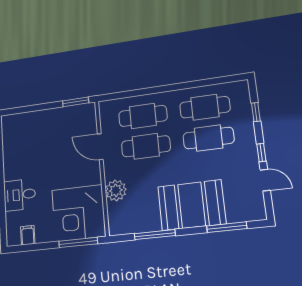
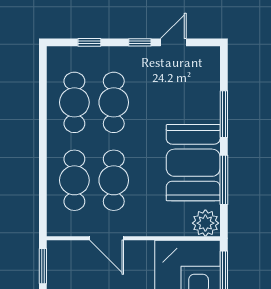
door: (100, 147) -> (107, 238), hinge flipped
plant: (116, 190) -> (205, 223), moved
booth: (192, 205) -> (193, 163), moved
window: (227, 227) -> (224, 114), moved

